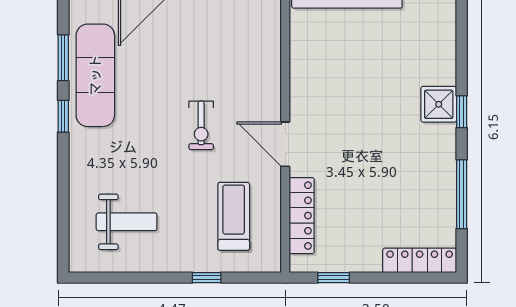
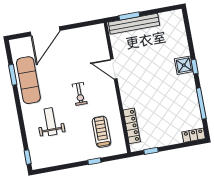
window: (63, 116) -> (28, 157), moved
door: (285, 144) -> (114, 69), moved
weight bench: (127, 222) -> (50, 122), moved, turned -90
locker: (420, 260) -> (194, 135), width x0.66

